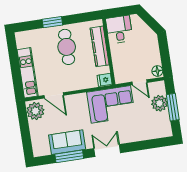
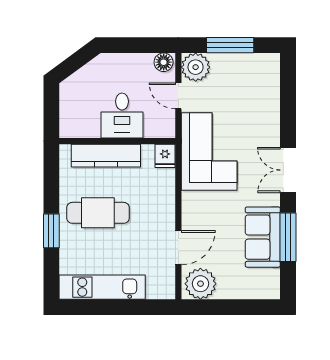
desk: (119, 29) -> (122, 116), moved, turned -90
kitchen unit: (28, 73) -> (102, 287), moved
door: (140, 82) -> (178, 96), swing flipped
plant: (159, 103) -> (196, 67), moved

